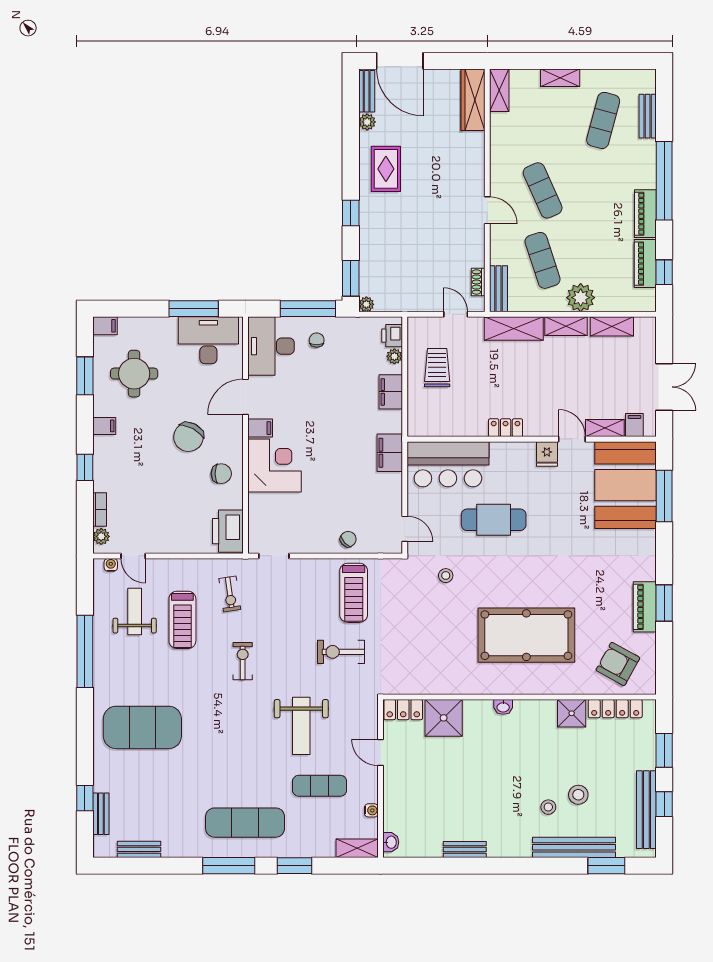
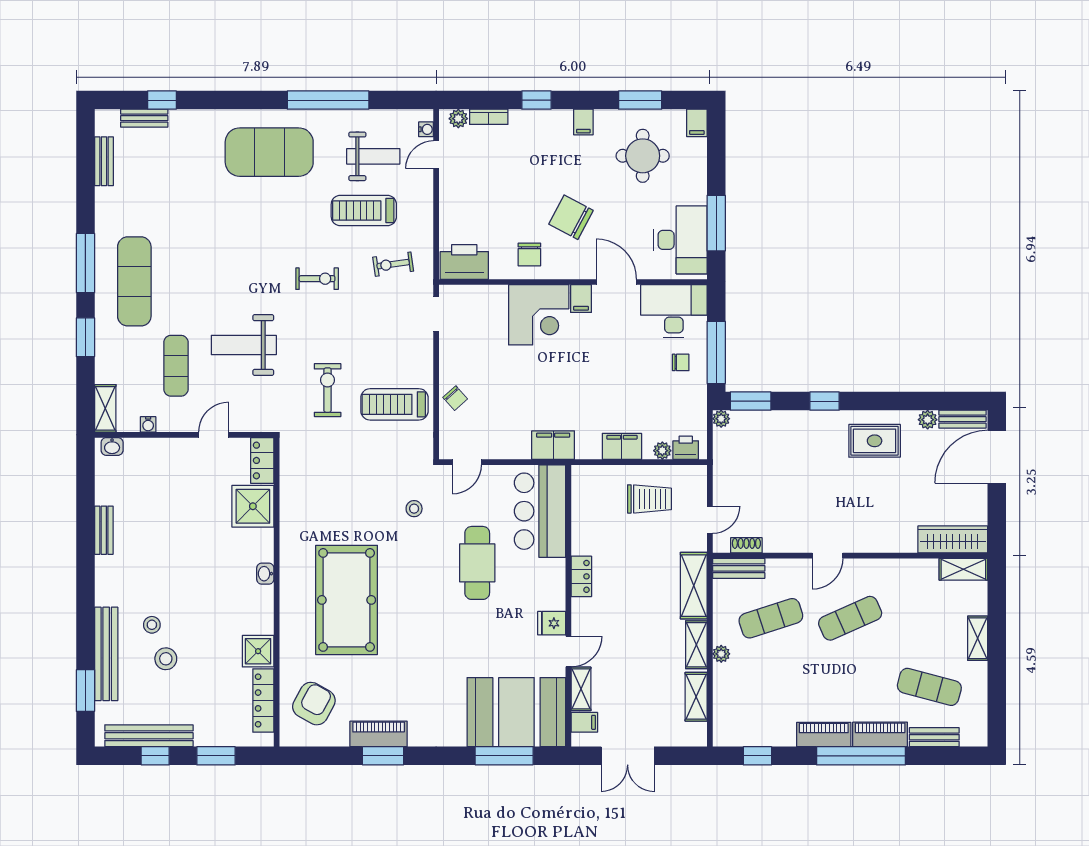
piano: (645, 264) -> (880, 734), moved
plant: (581, 298) -> (721, 654), width x0.53, depth x0.53
exercise mat: (142, 727) -> (269, 152), moved, turned 90

